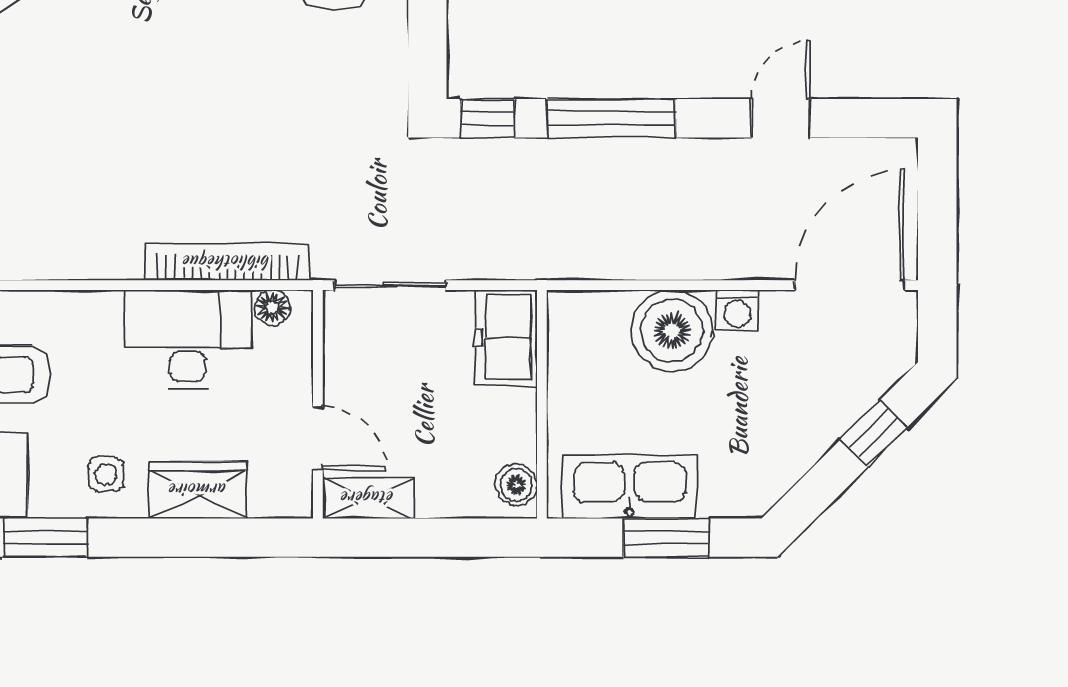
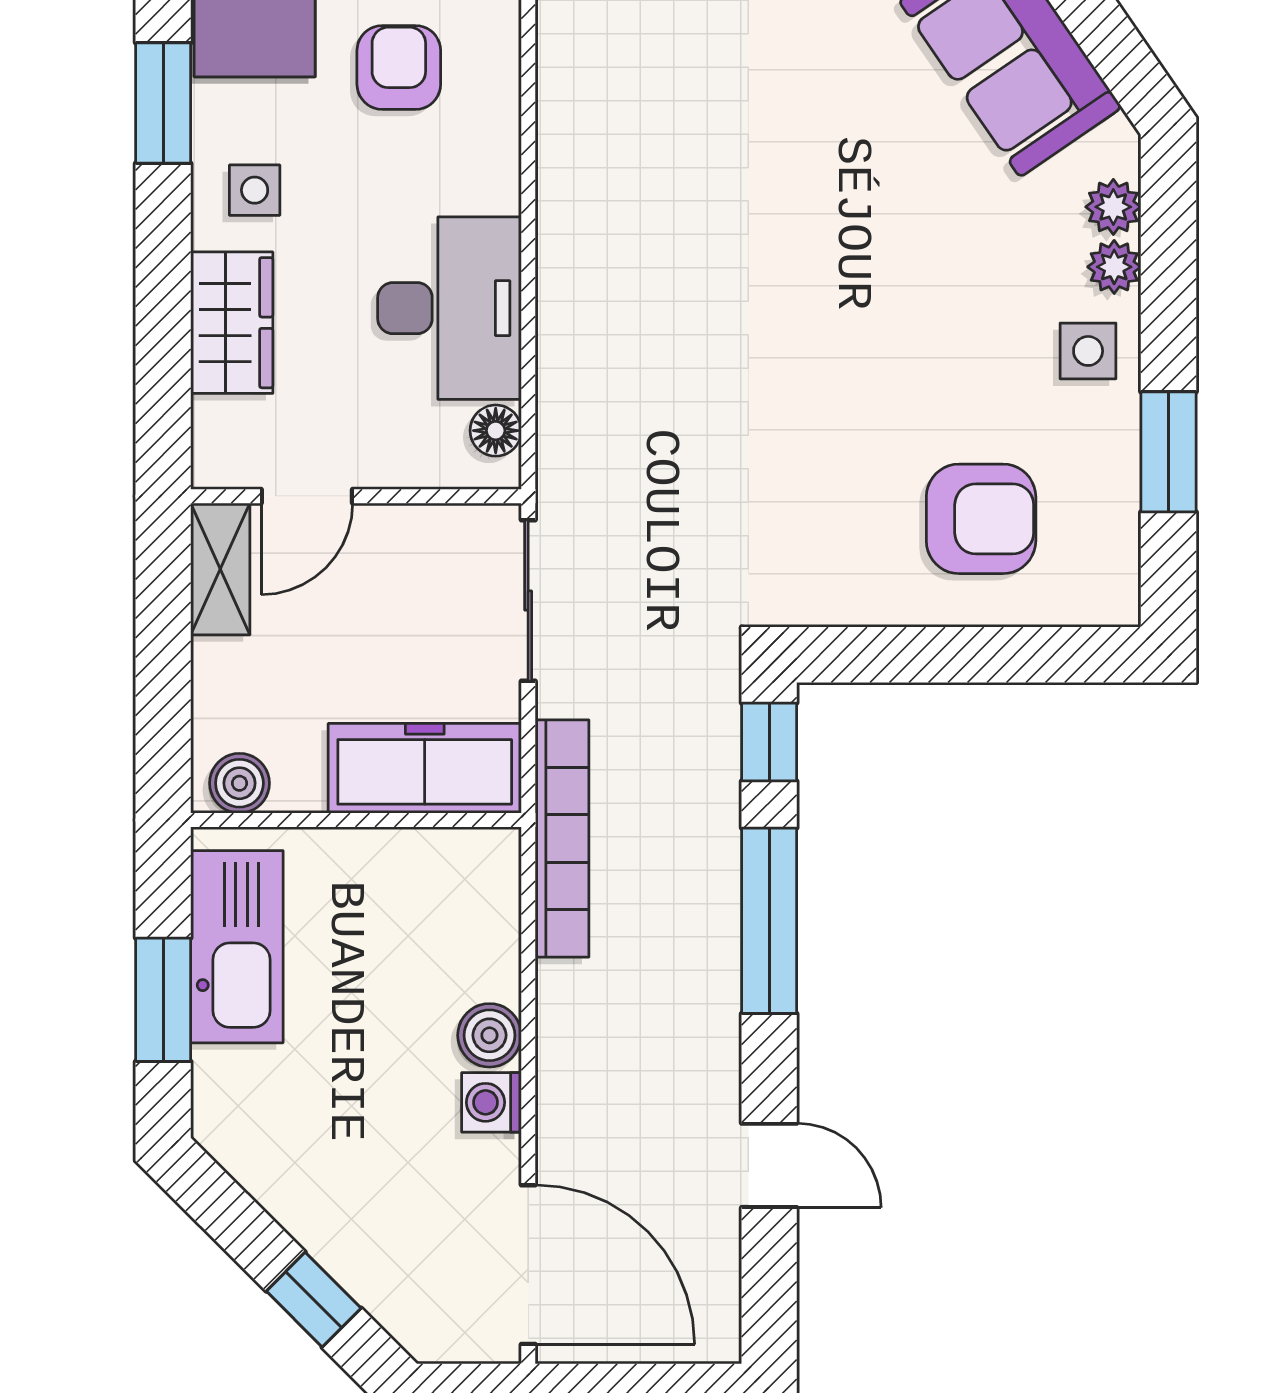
bookcase: (227, 262) -> (562, 839), moved
boiler: (672, 331) -> (489, 1035), width x0.54, depth x0.54
freezer: (506, 338) -> (425, 768), width x1.40

